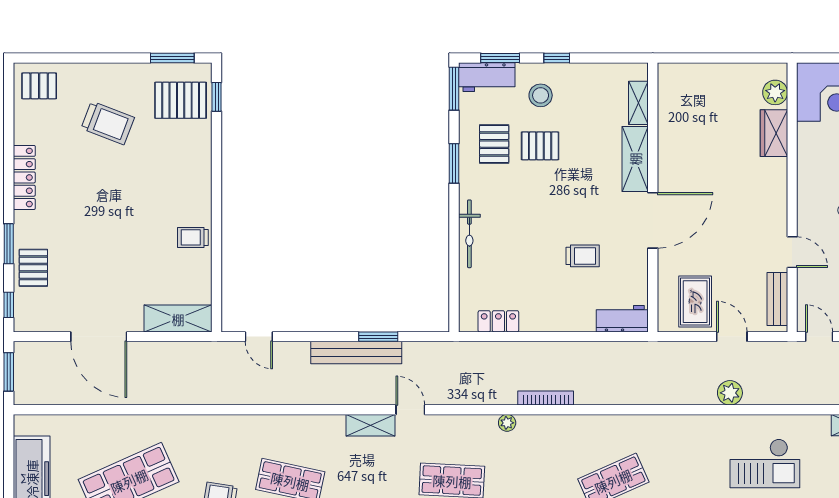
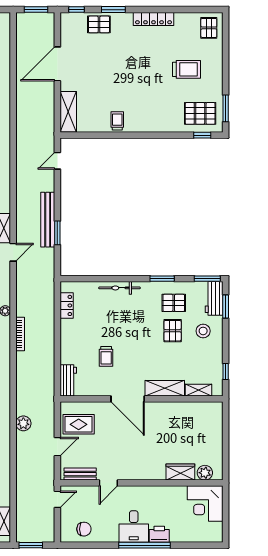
window: (557, 58) -> (226, 371), moved
pallet: (181, 100) -> (200, 113), turned 90
trolley: (108, 123) -> (186, 69), turned -111
plant: (730, 393) -> (23, 423), moved

